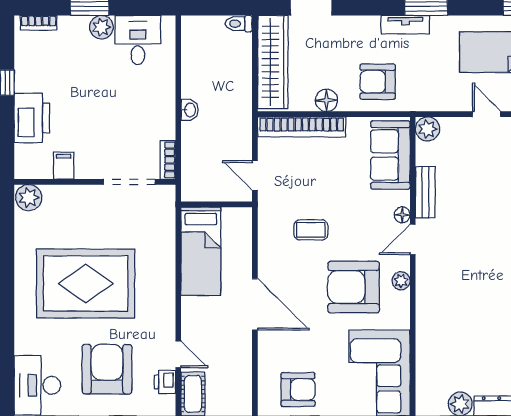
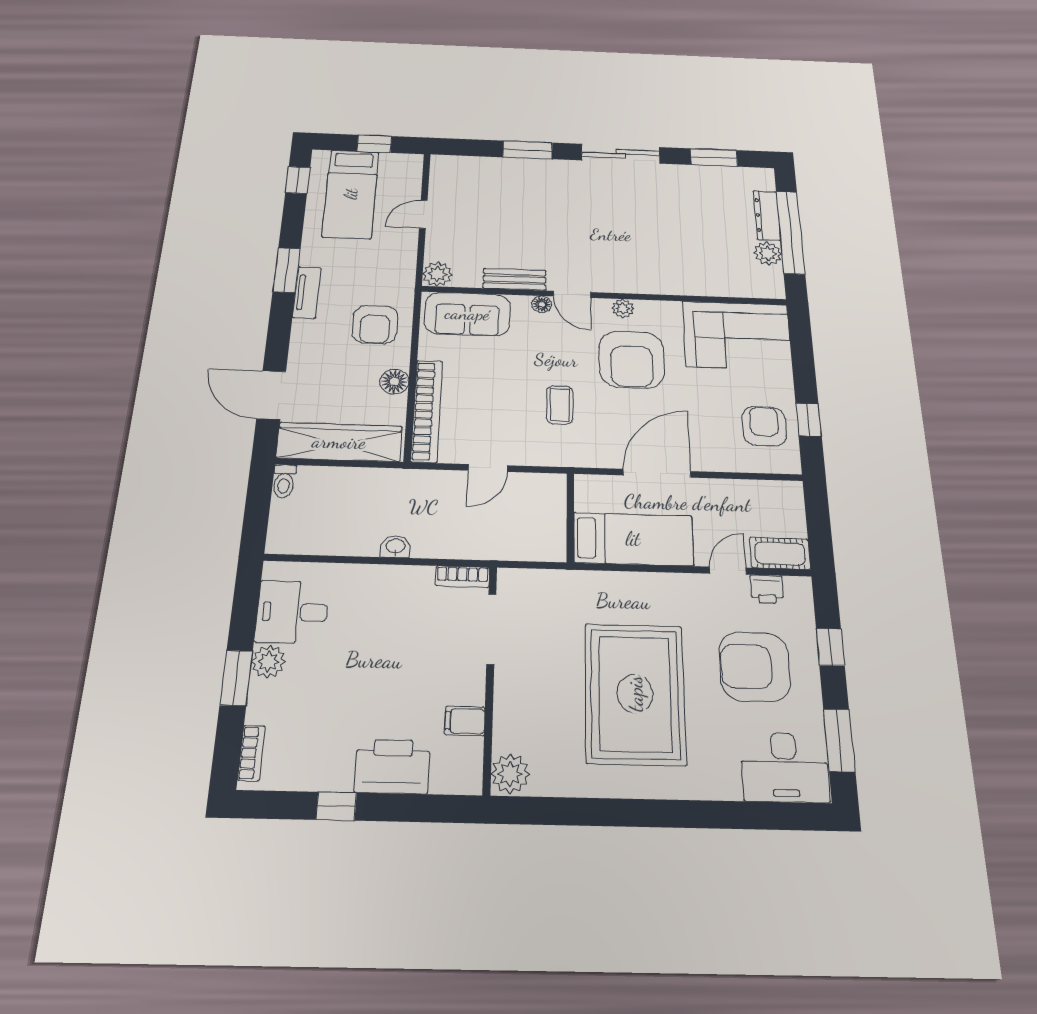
wall: (217, 204) -> (570, 517), moved
bed: (201, 251) -> (633, 539), moved

